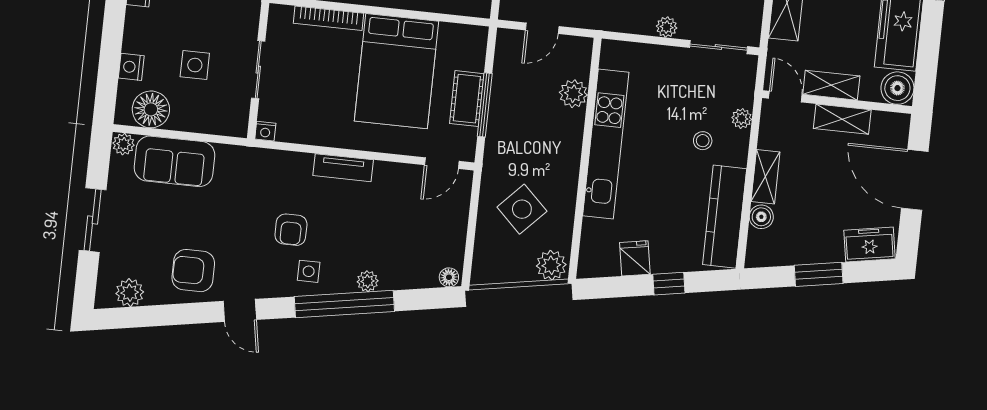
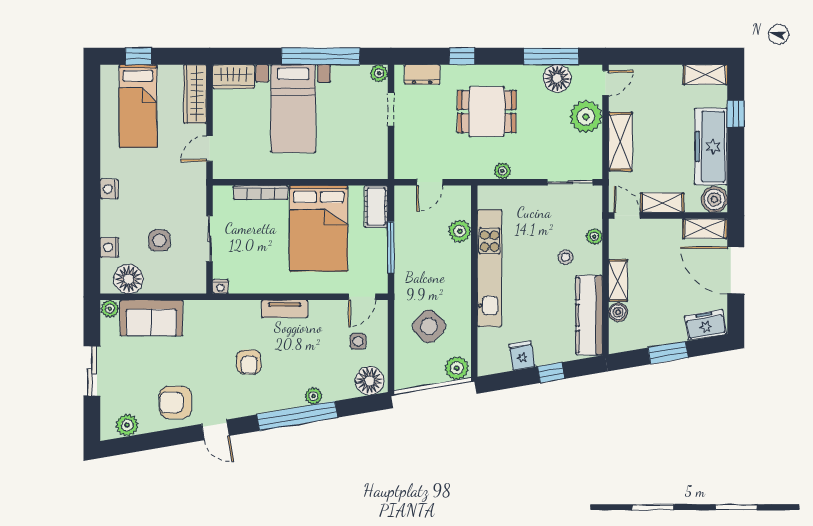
plant: (667, 27) -> (502, 171), moved
cot: (467, 99) -> (376, 207), moved
shelving: (842, 119) -> (705, 229), moved
side table: (309, 271) -> (358, 341), moved
floor lamp: (449, 277) -> (370, 381), width x1.89, depth x1.89

